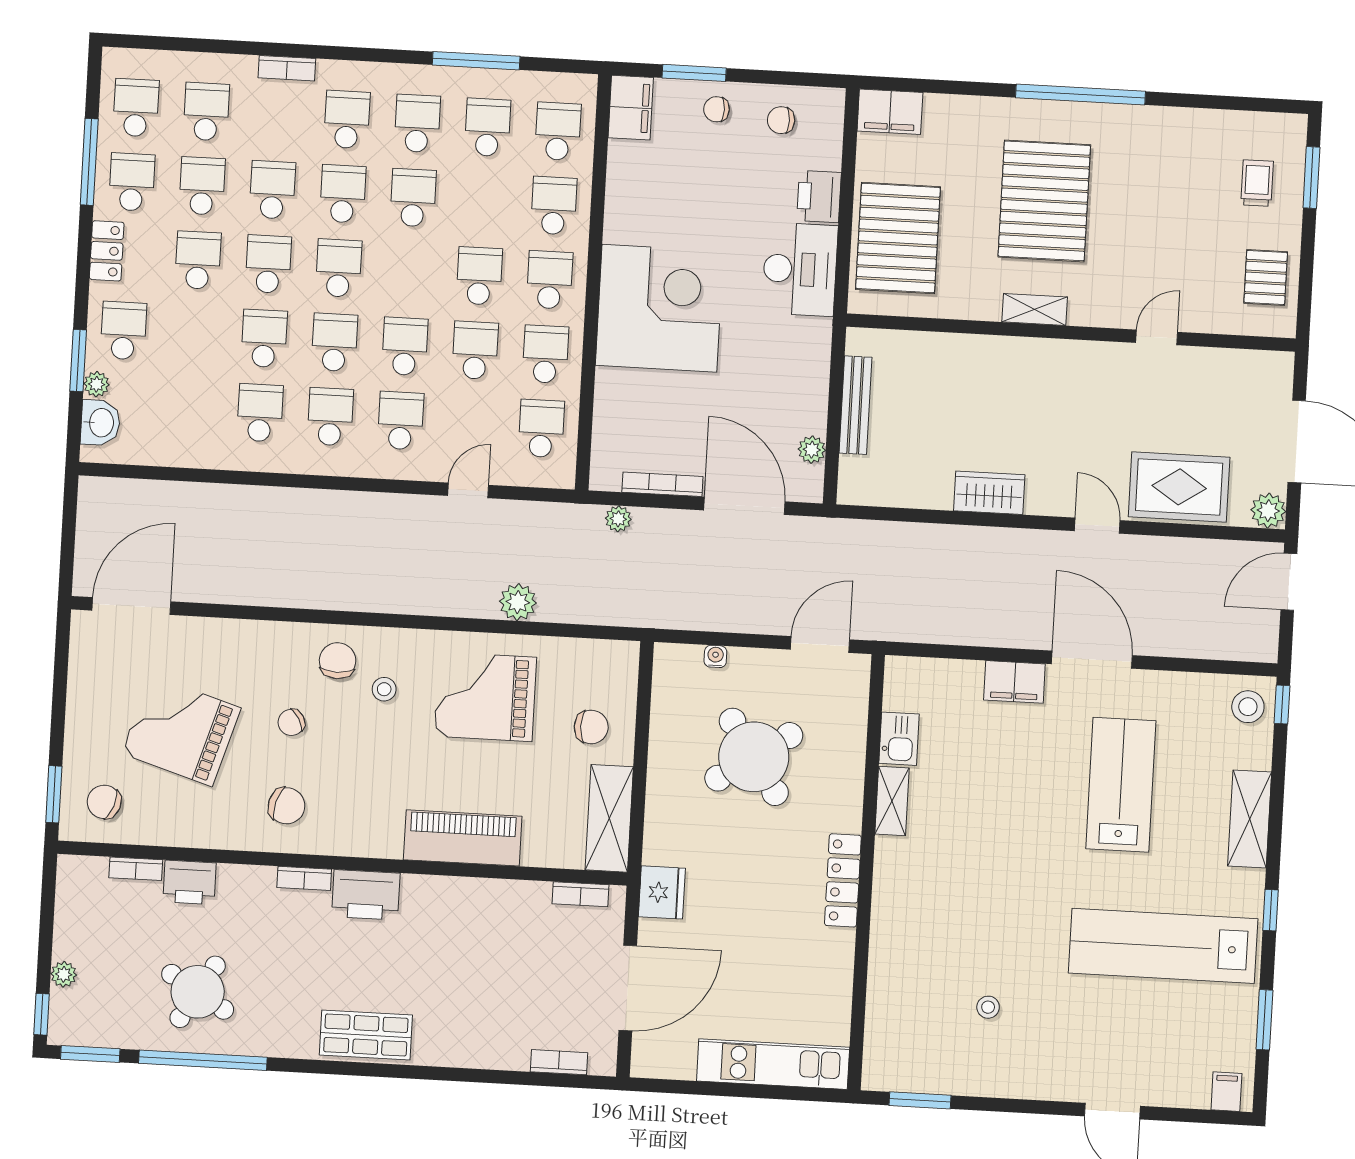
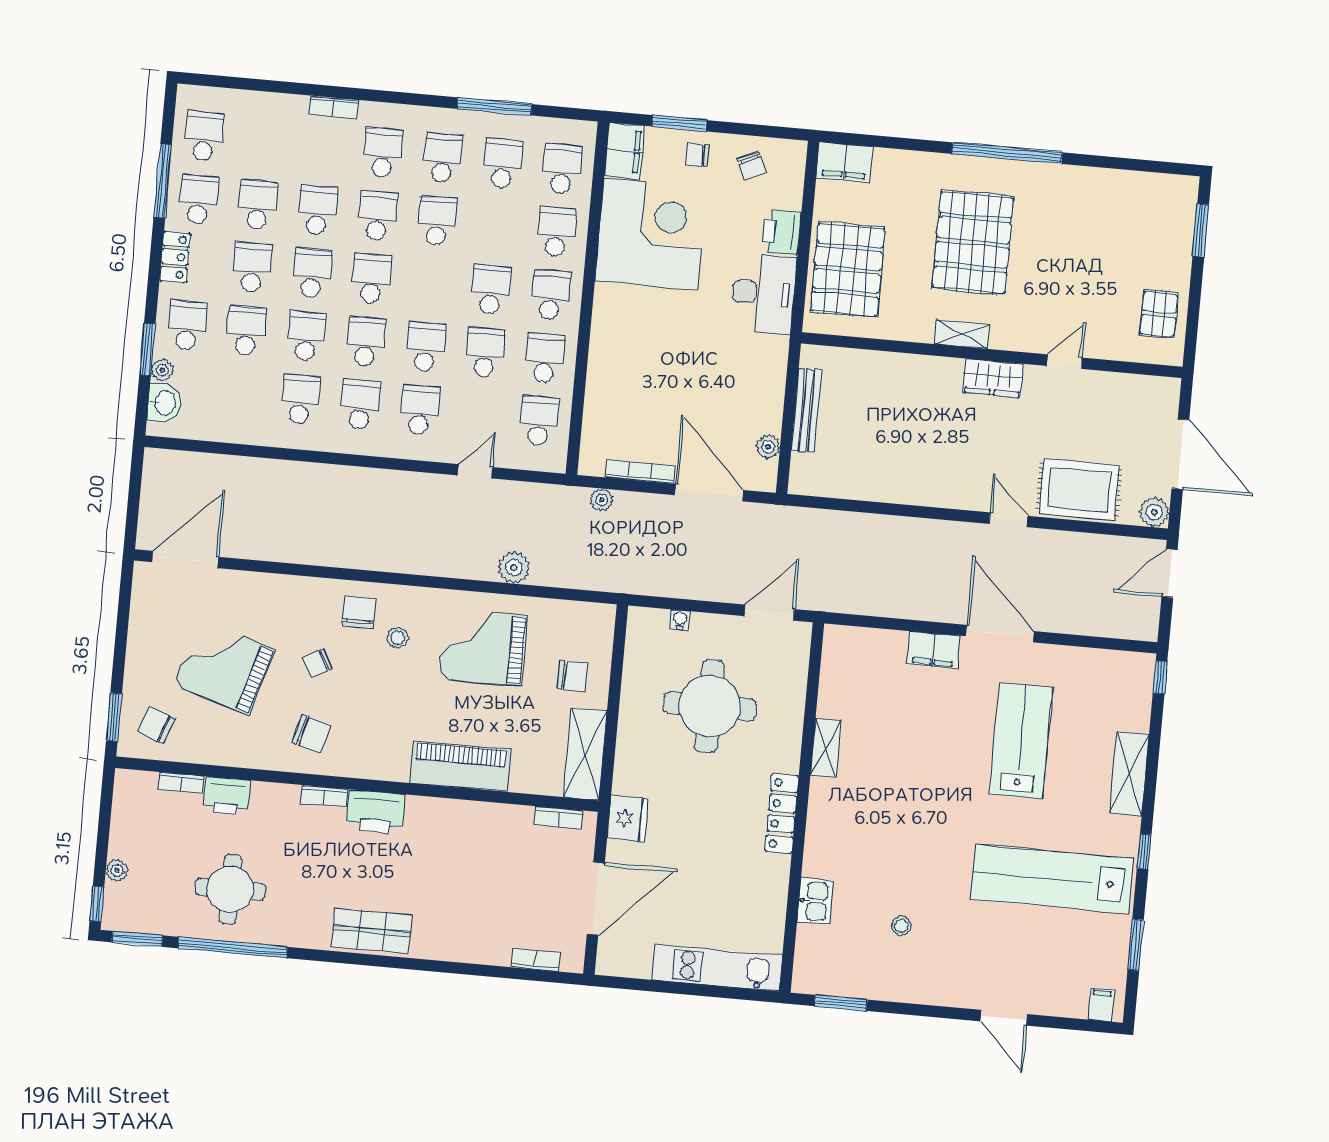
school desk: (206, 112) -> (247, 331), moved
chair: (781, 120) -> (752, 166), turned -115
trolley: (1257, 183) -> (1154, 234), removed
corner desk: (659, 308) -> (651, 234), moved
wardrobe: (989, 493) -> (993, 378), moved, turned 180
stool: (1248, 707) -> (1131, 678), removed
kitchen sink: (899, 739) -> (815, 901), moved
round table: (754, 757) -> (710, 706), turned 34
round table: (198, 992) -> (230, 889), turned -31

